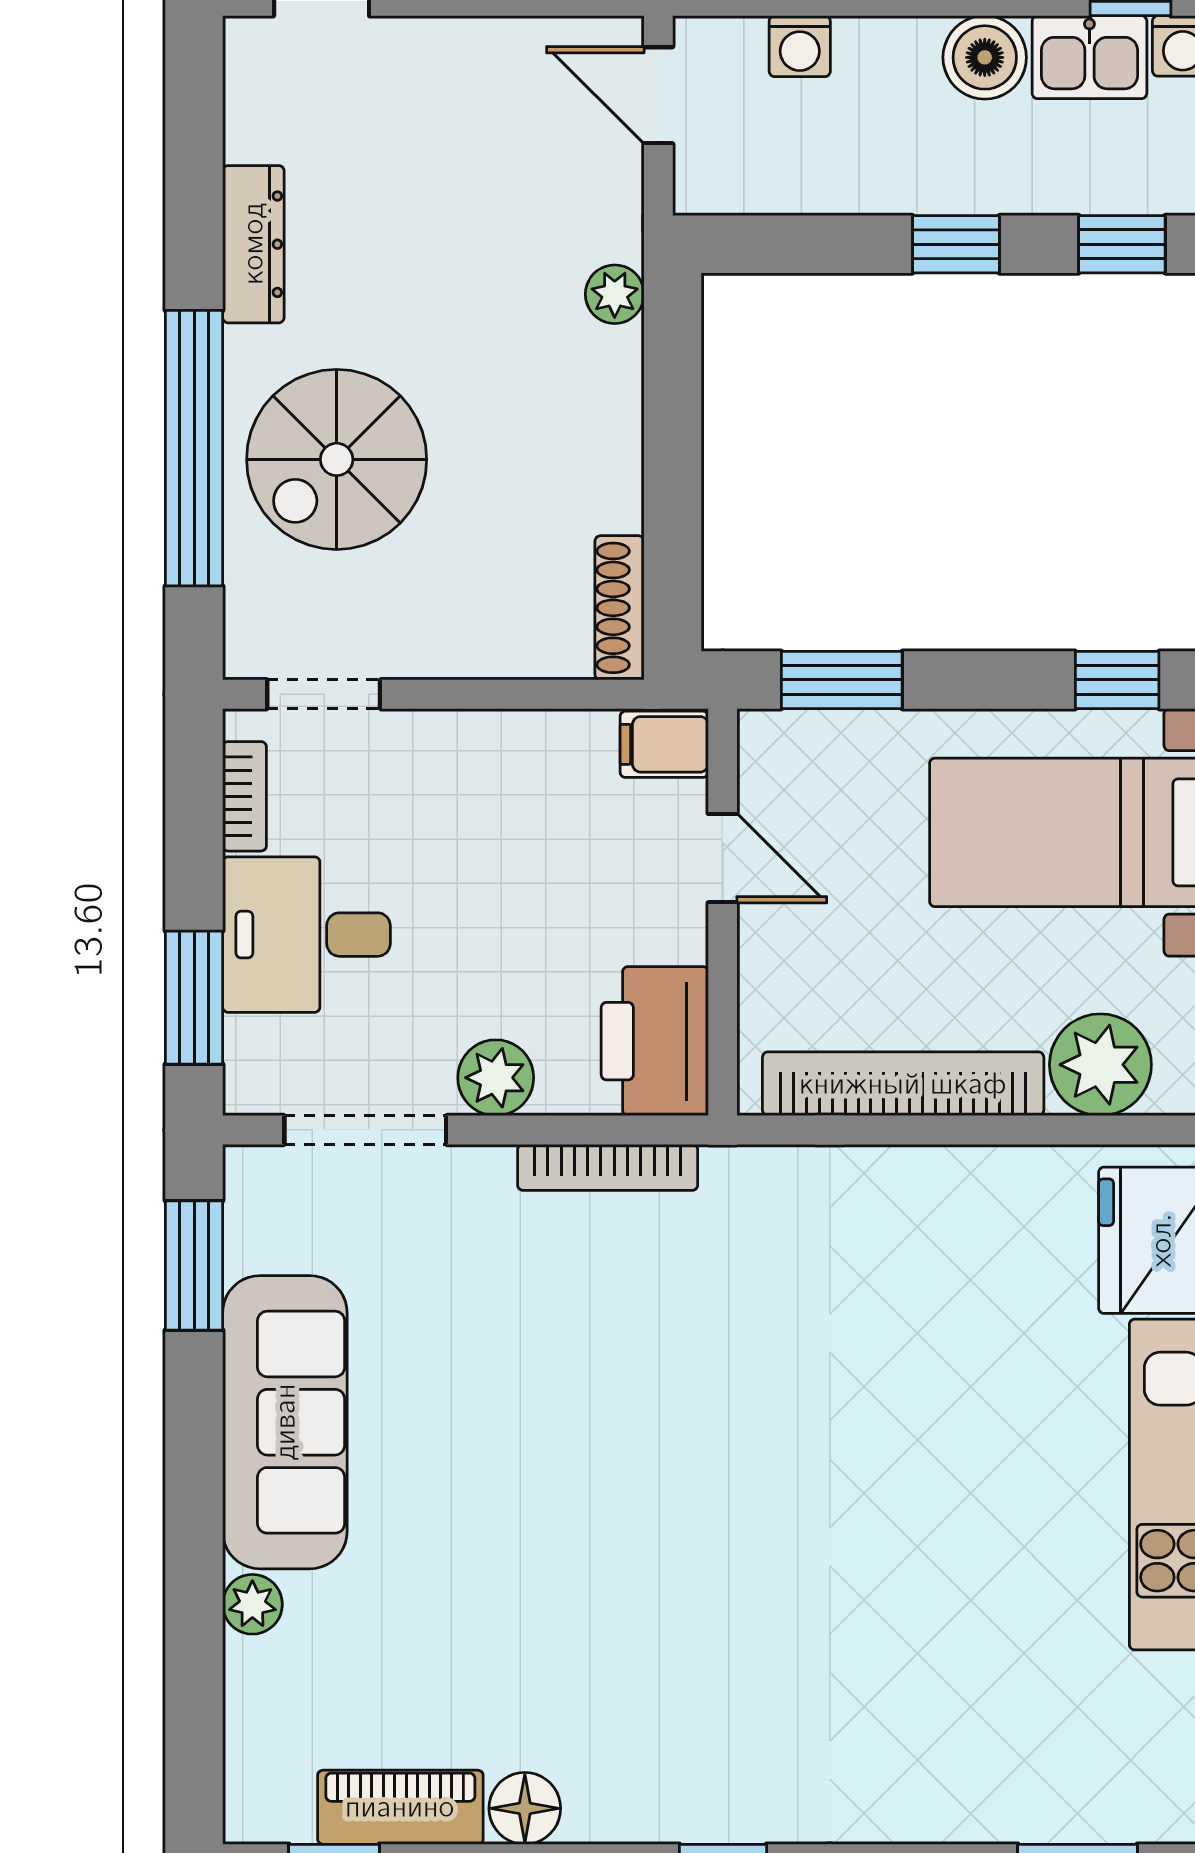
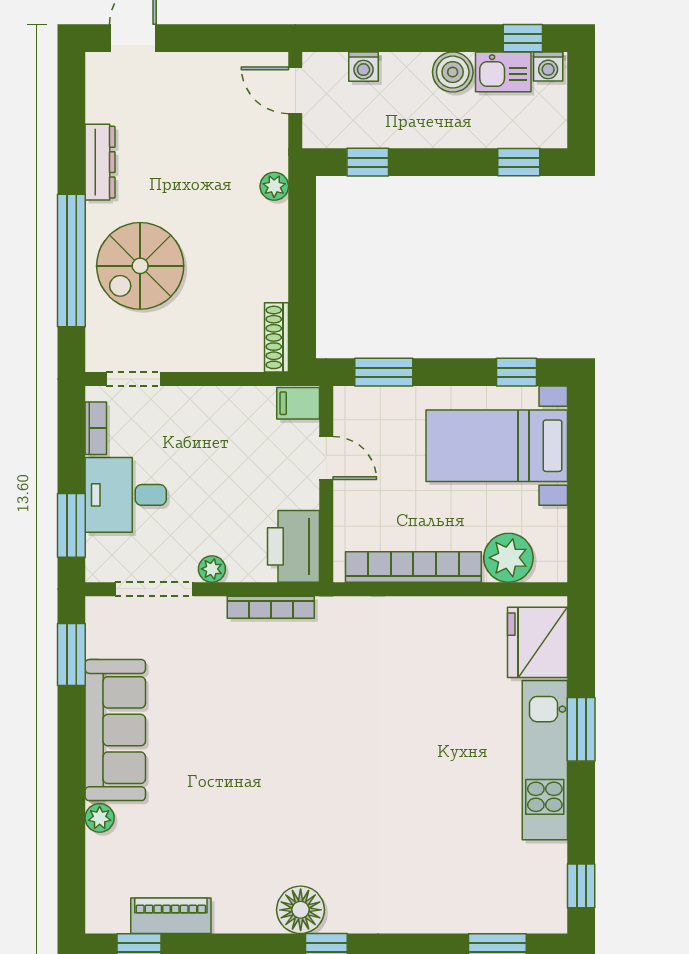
window: (956, 244) -> (368, 162), moved
plant: (496, 1078) -> (212, 569), width x0.73, depth x0.73
floor lamp: (525, 1808) -> (301, 910), moved, width x1.38, depth x1.38

